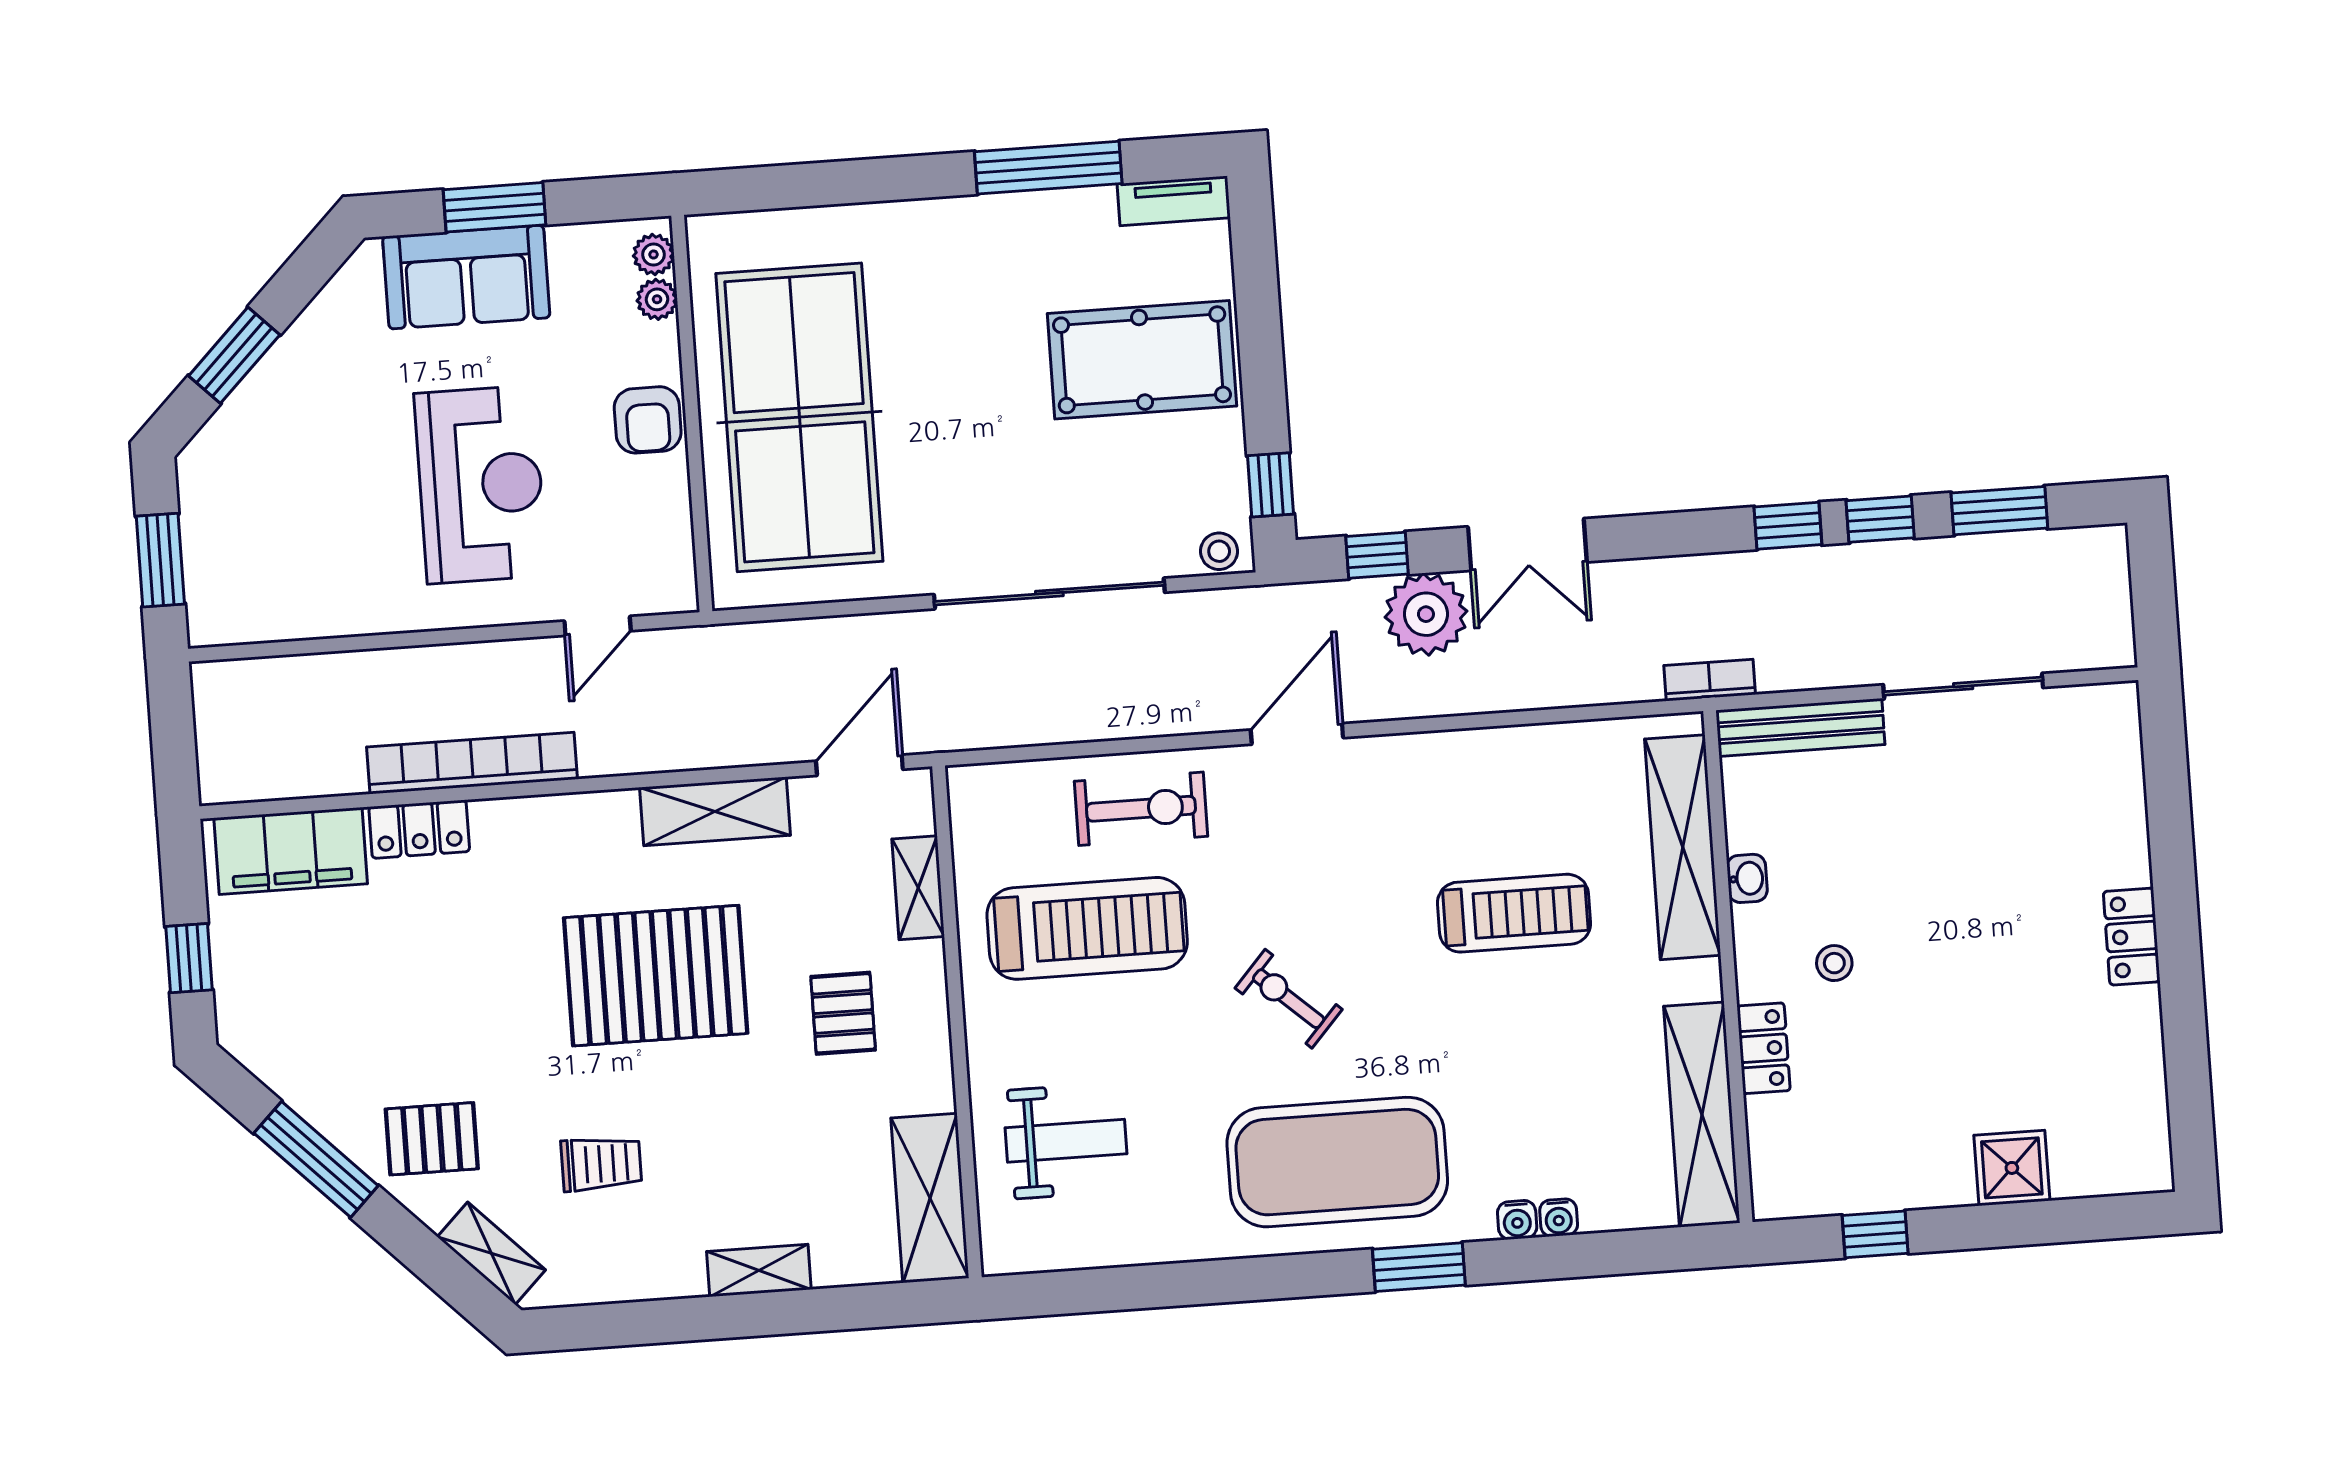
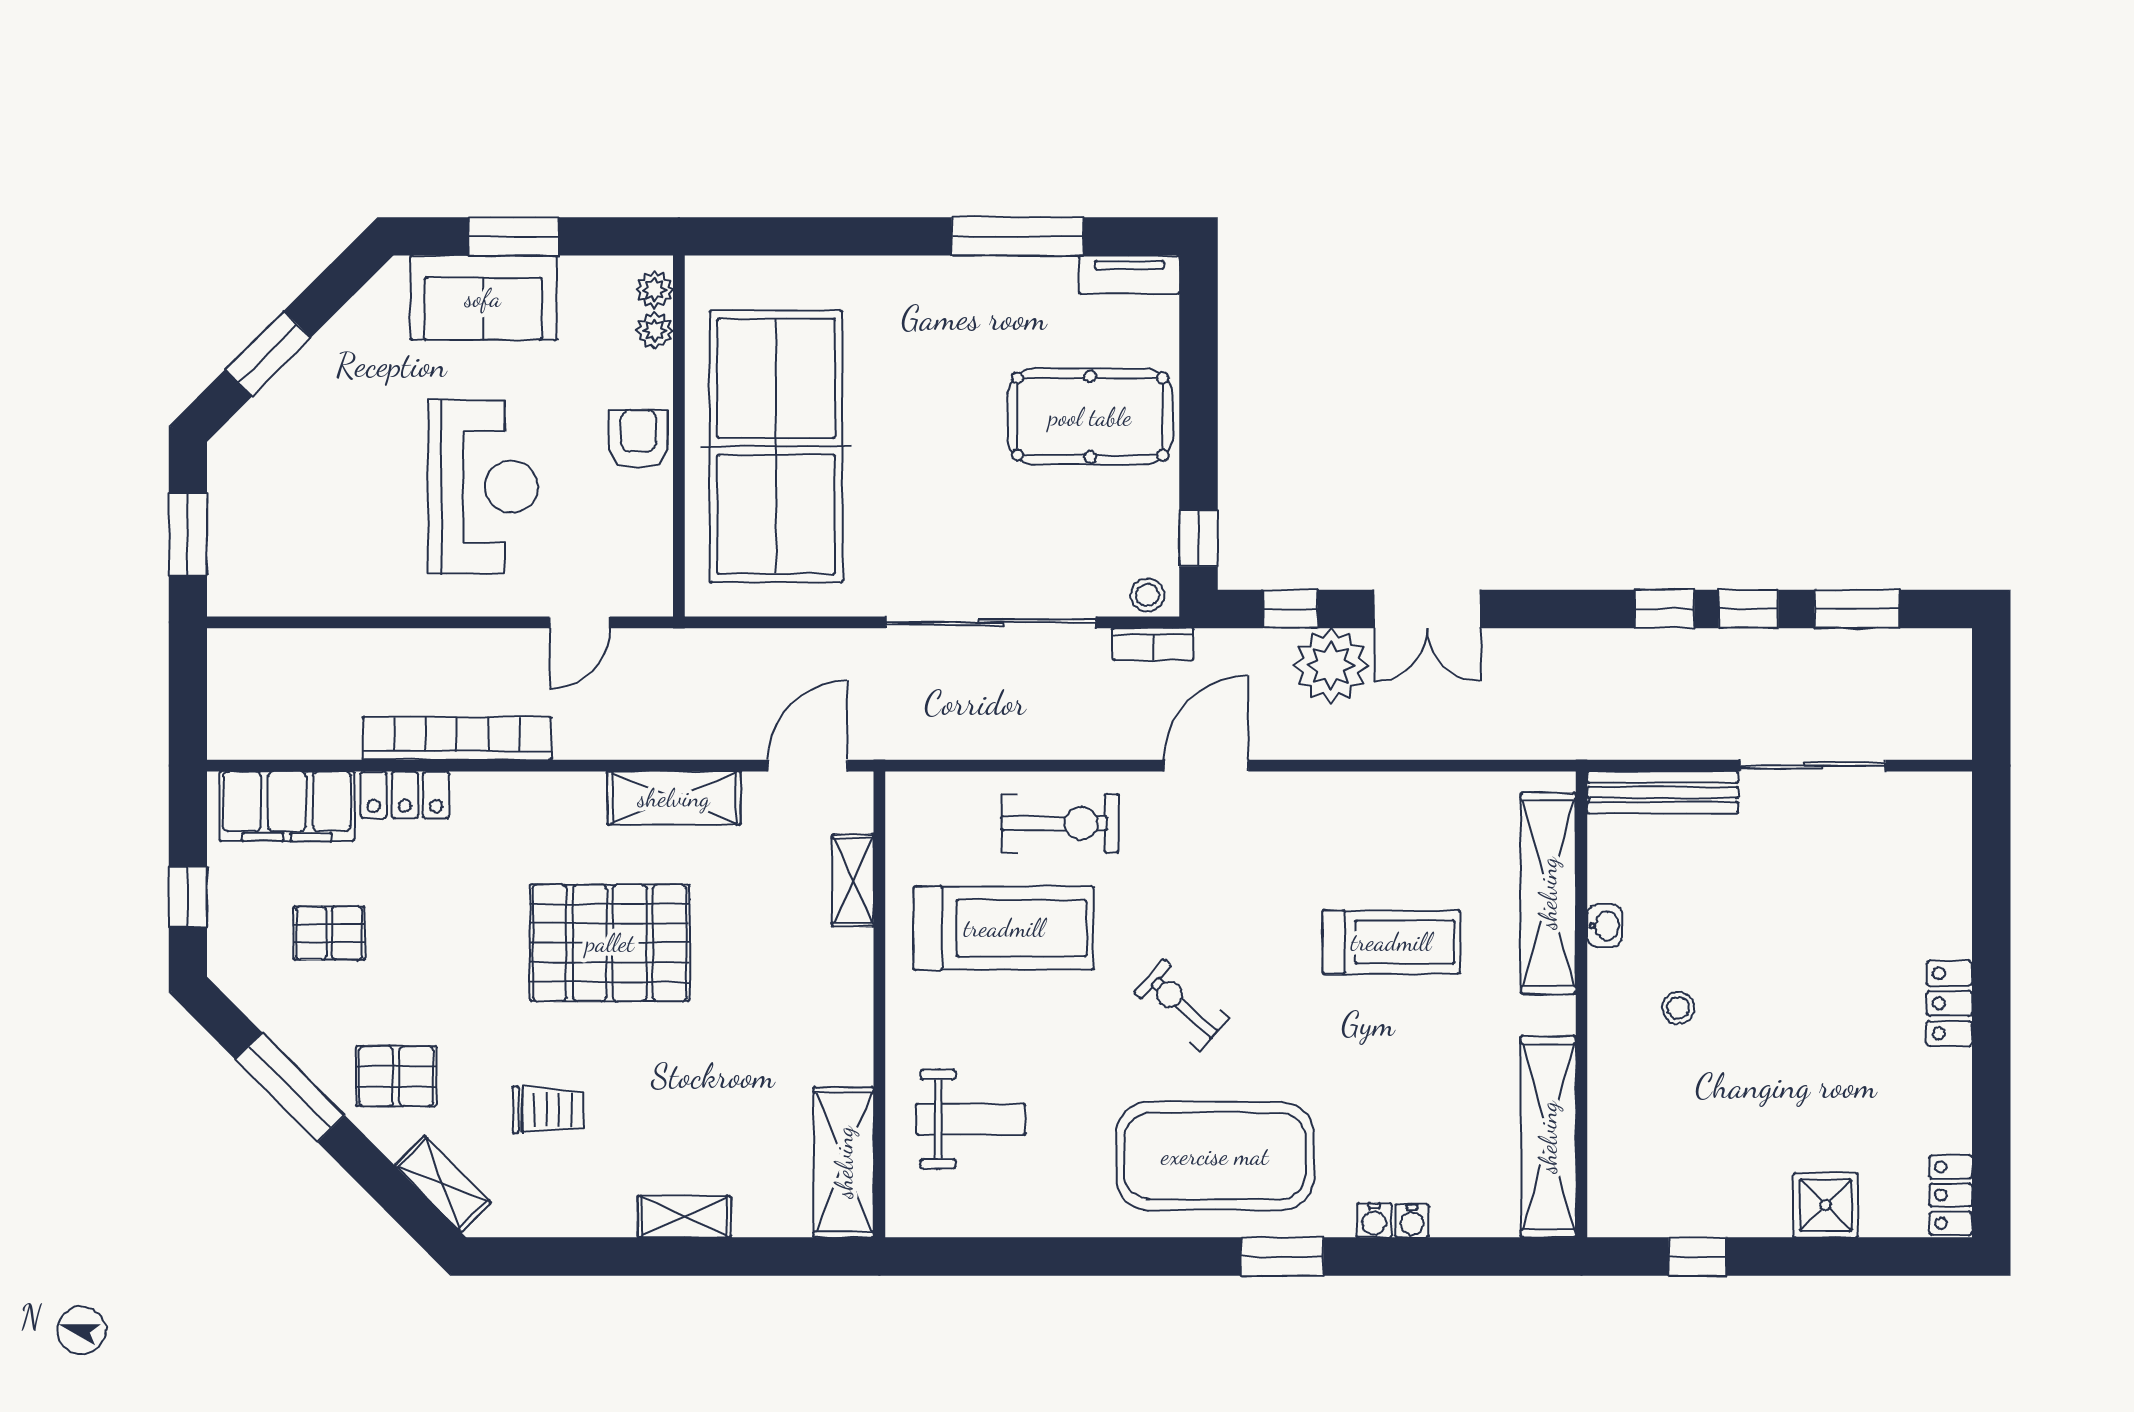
armchair: (648, 420) -> (638, 439), turned 180
bookcase: (1710, 680) -> (1153, 644), moved, turned 180
pallet: (843, 1013) -> (329, 933), moved, turned 90
locker: (1764, 1048) -> (1951, 1195), moved, turned 180

